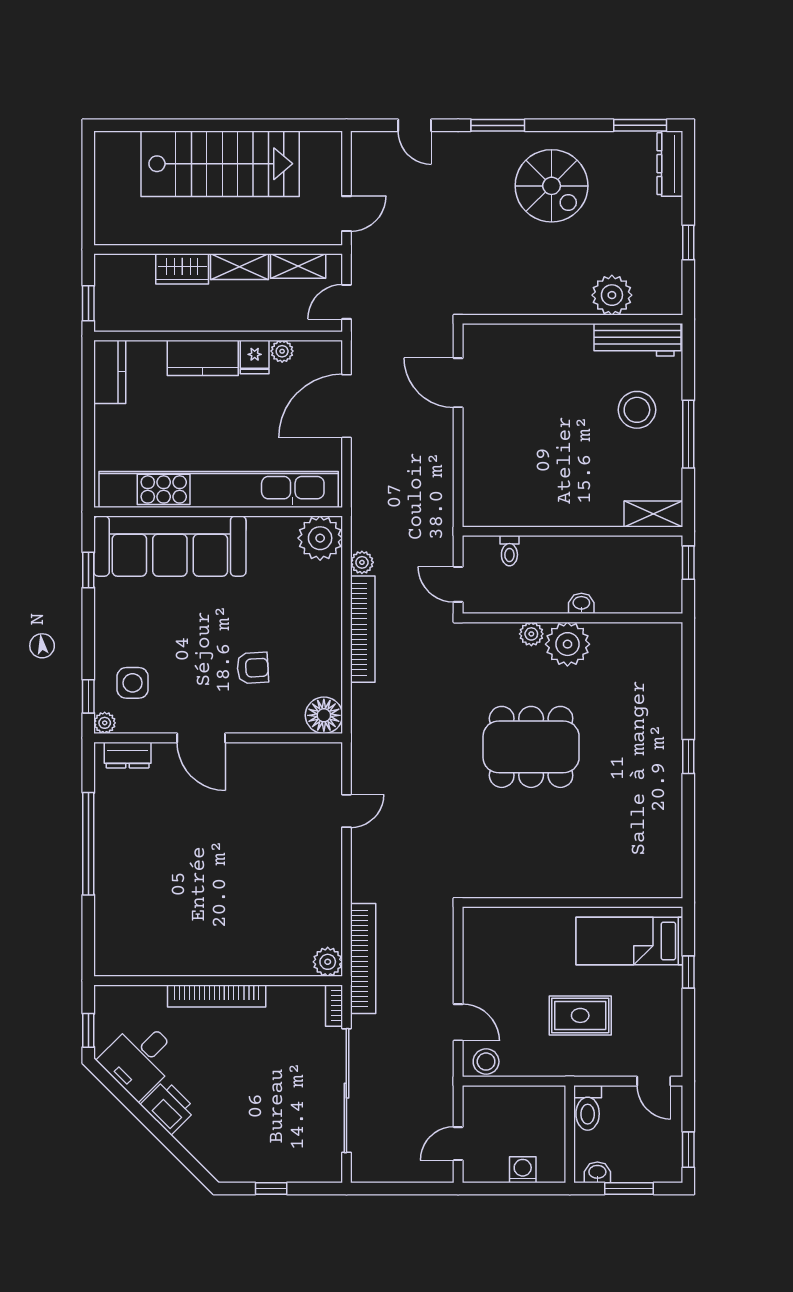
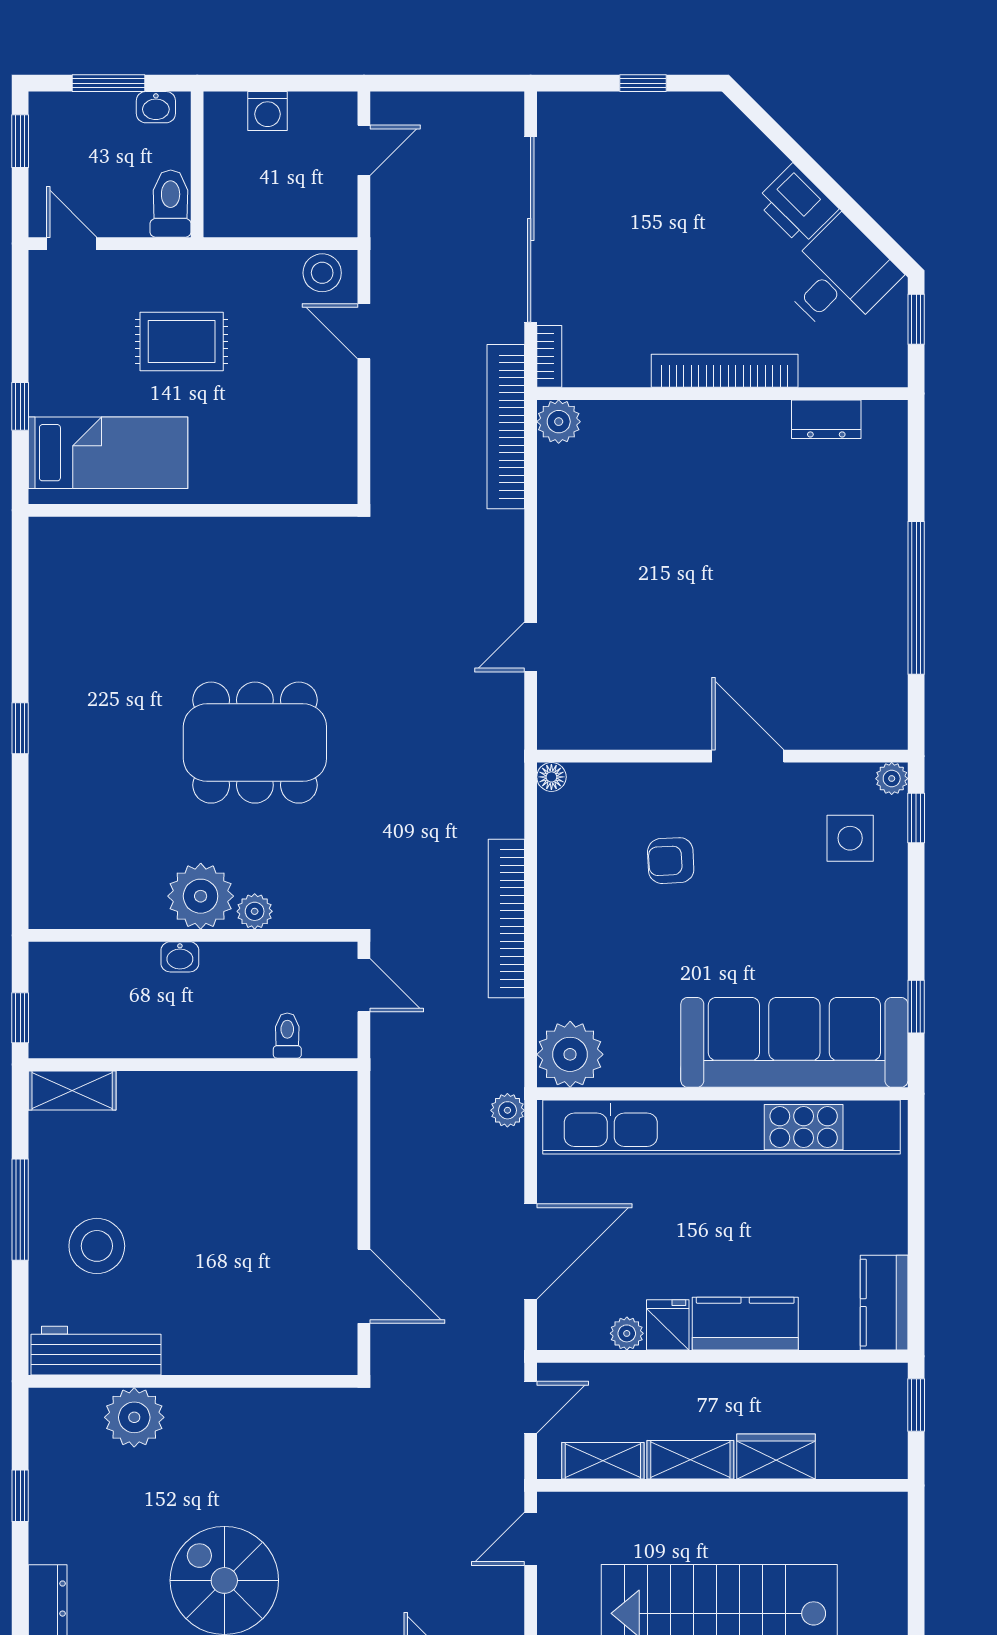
plant: (362, 562) -> (507, 1110), moved
floor lamp: (324, 715) -> (551, 777), width x0.53, depth x0.53
dresser: (128, 755) -> (826, 419), moved, turned 180

